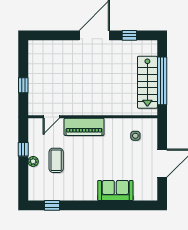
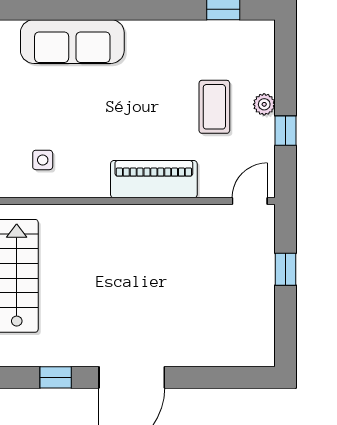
door: (51, 117) -> (250, 201), moved
sofa: (115, 190) -> (72, 42), width x1.36

